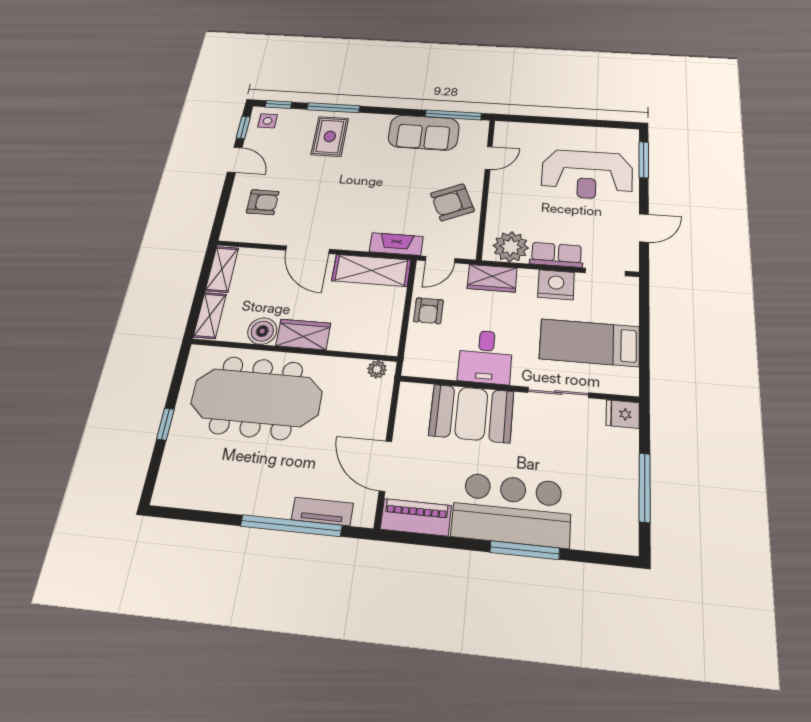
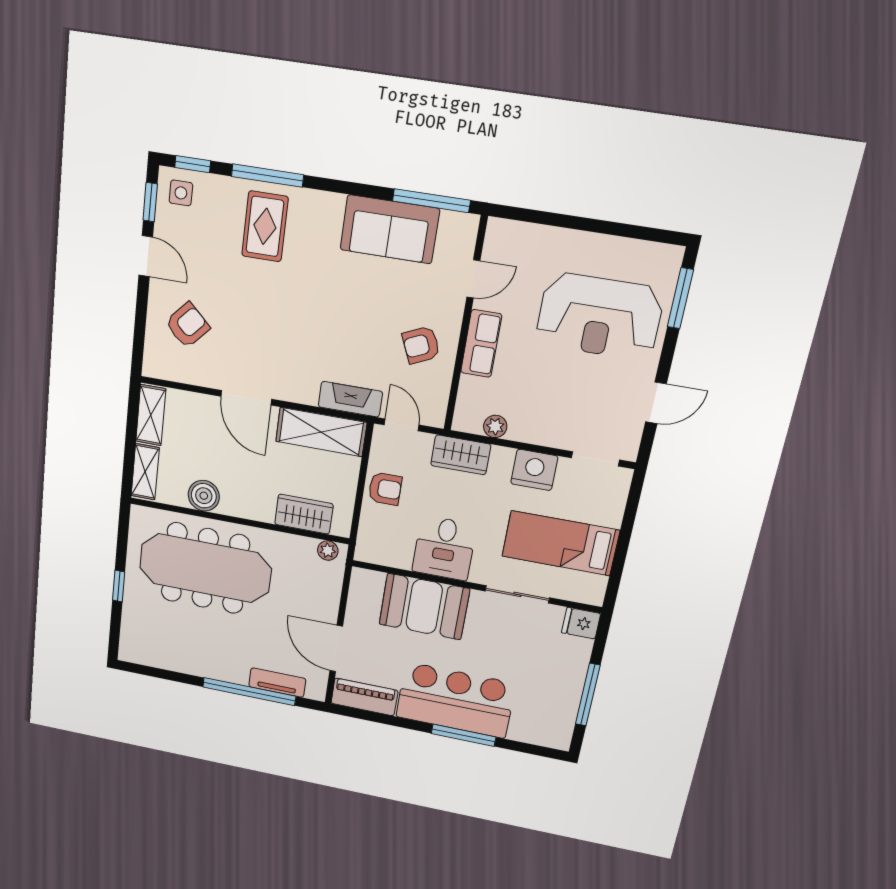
armchair: (263, 202) -> (187, 325), turned -47
armchair: (452, 202) -> (421, 345), width x0.72, depth x0.72
plant: (511, 247) -> (495, 426), width x0.53, depth x0.53
row of seats: (556, 255) -> (481, 343), moved, turned 90
door: (440, 260) -> (402, 425), swing flipped
armchair: (428, 311) -> (385, 489), turned -90
wardrobe: (303, 334) -> (304, 514), moved

